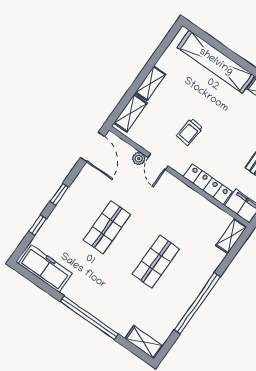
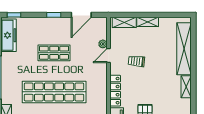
door: (92, 147) -> (81, 15), moved
window: (38, 225) -> (14, 15), moved
shop shelf: (156, 262) -> (54, 92), width x2.00, depth x1.36

